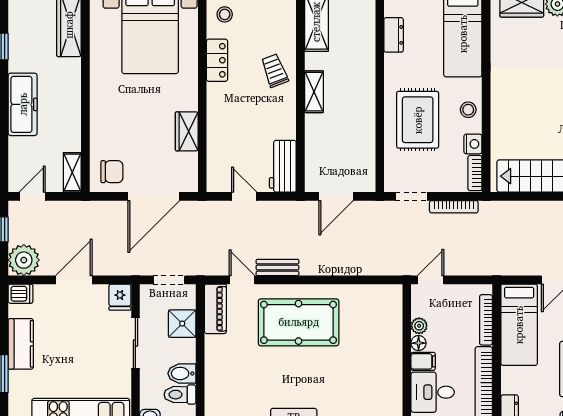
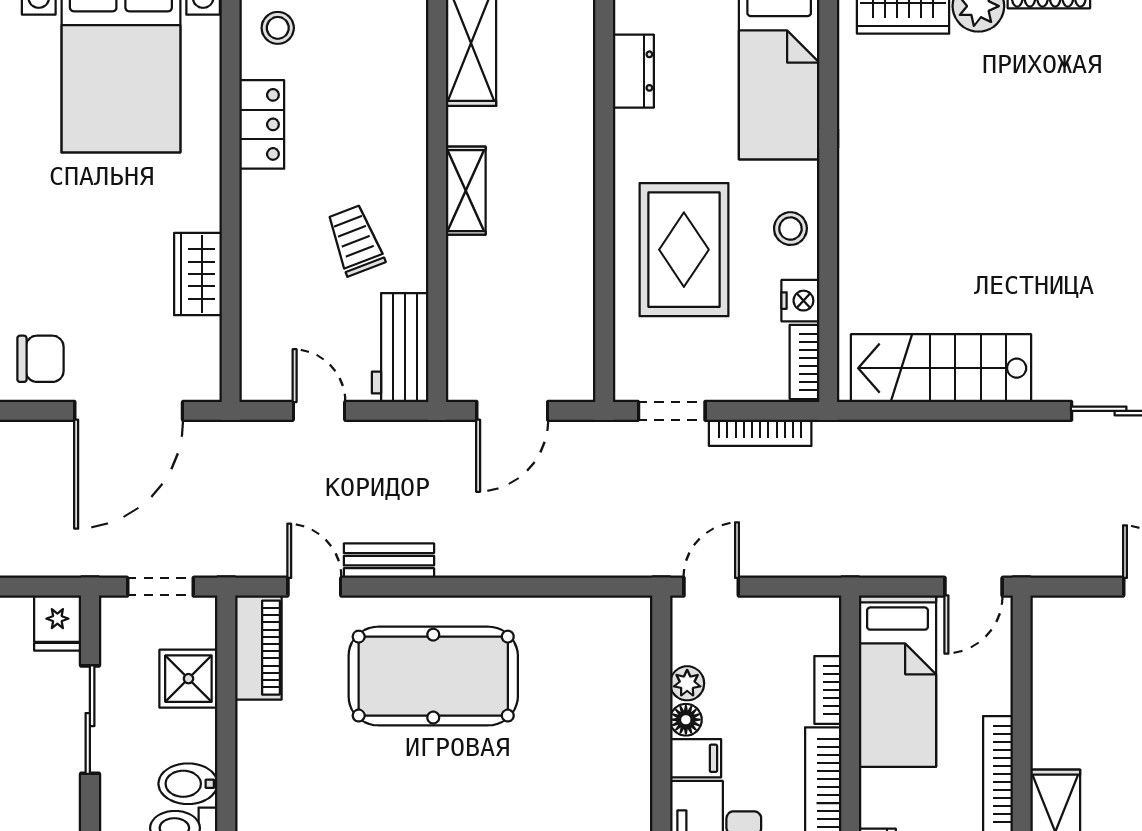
trolley: (275, 71) -> (355, 240), moved
bookcase: (486, 320) -> (828, 690), width x0.64

